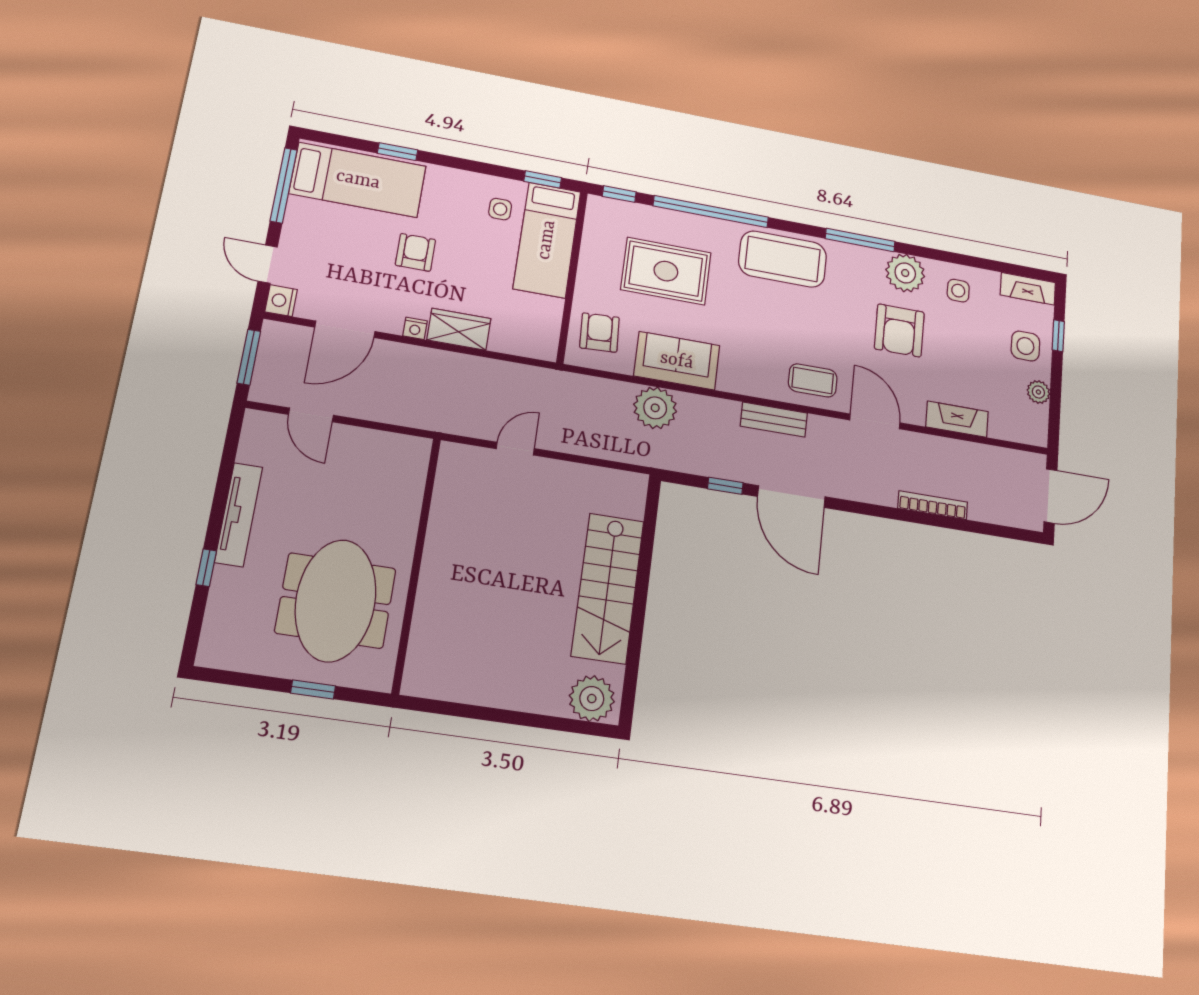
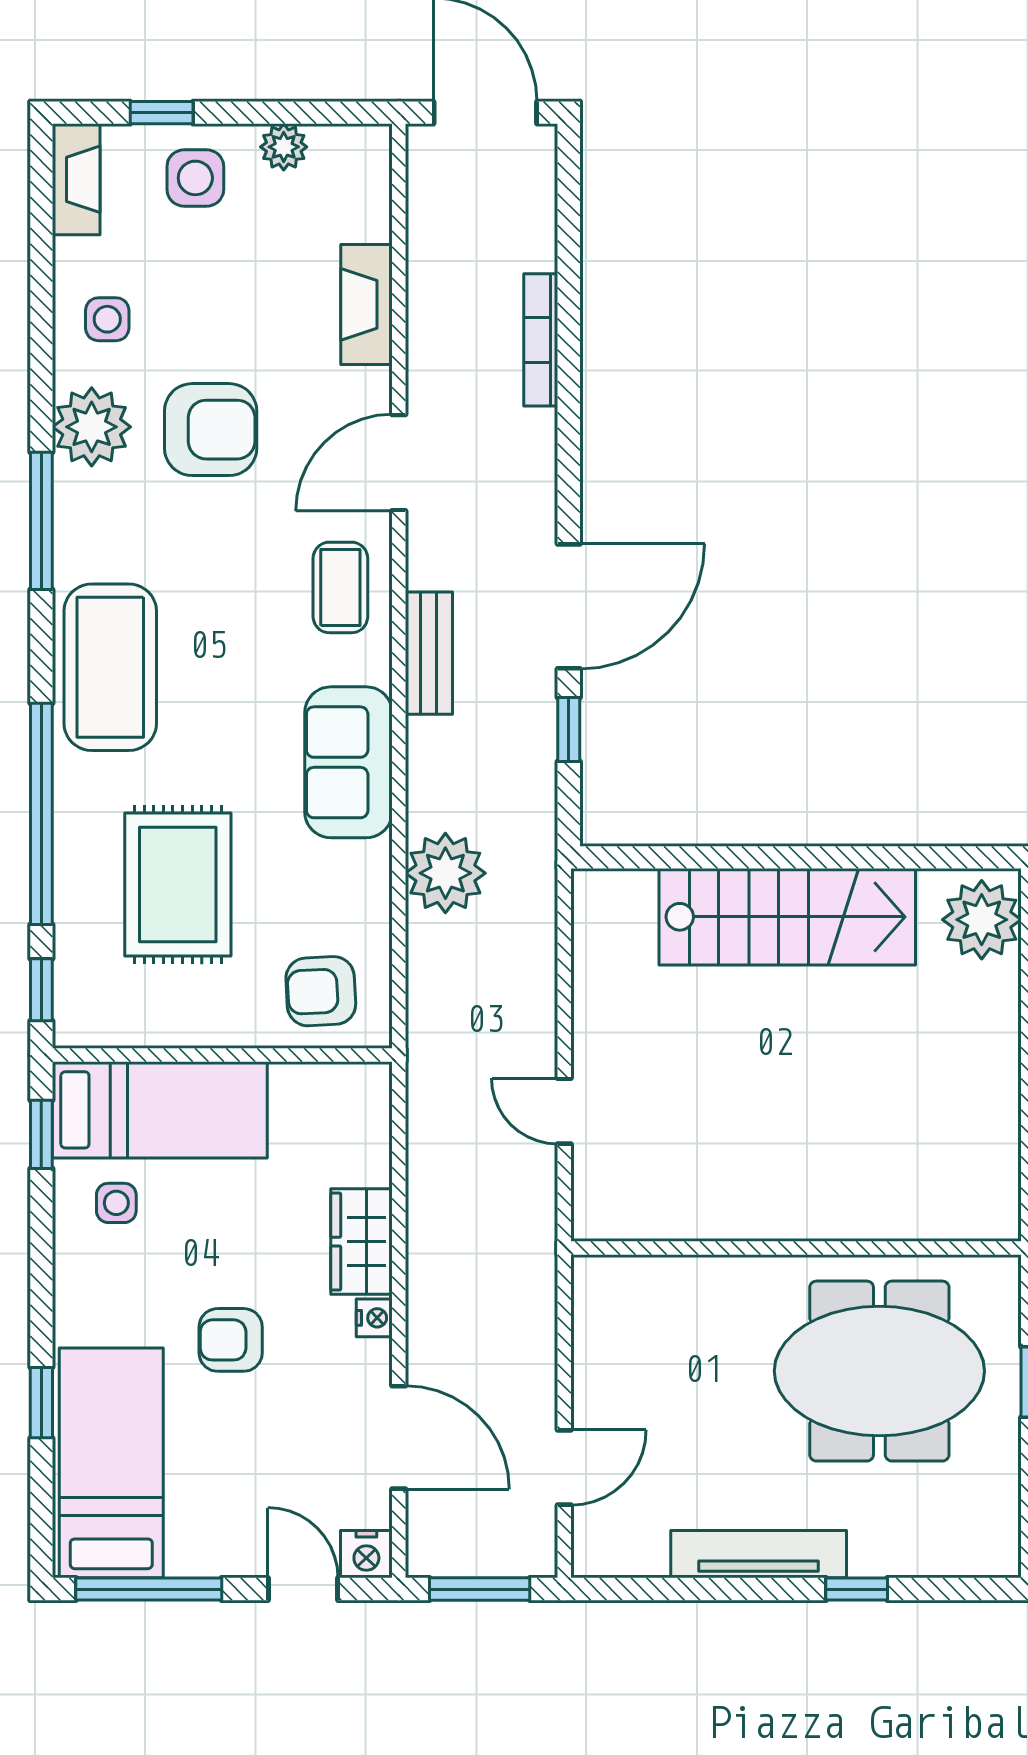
door: (268, 264) -> (303, 1589), swing flipped
sofa: (677, 361) -> (349, 762), moved

